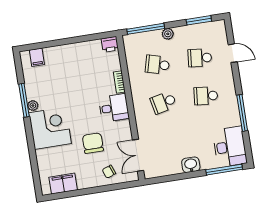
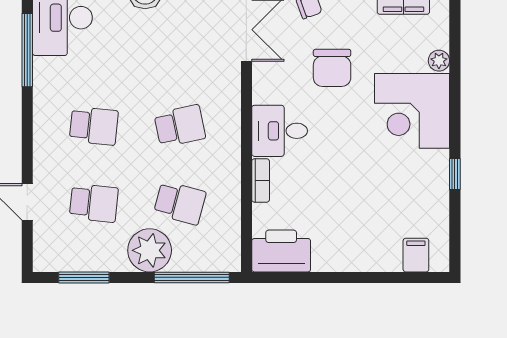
plant: (168, 34) -> (150, 250), width x1.87, depth x1.87
printer: (110, 44) -> (281, 251), width x1.87, depth x1.48
window: (24, 100) -> (455, 174), width x0.46
plant: (33, 106) -> (439, 61), moved
window: (242, 113) -> (27, 50), moved

